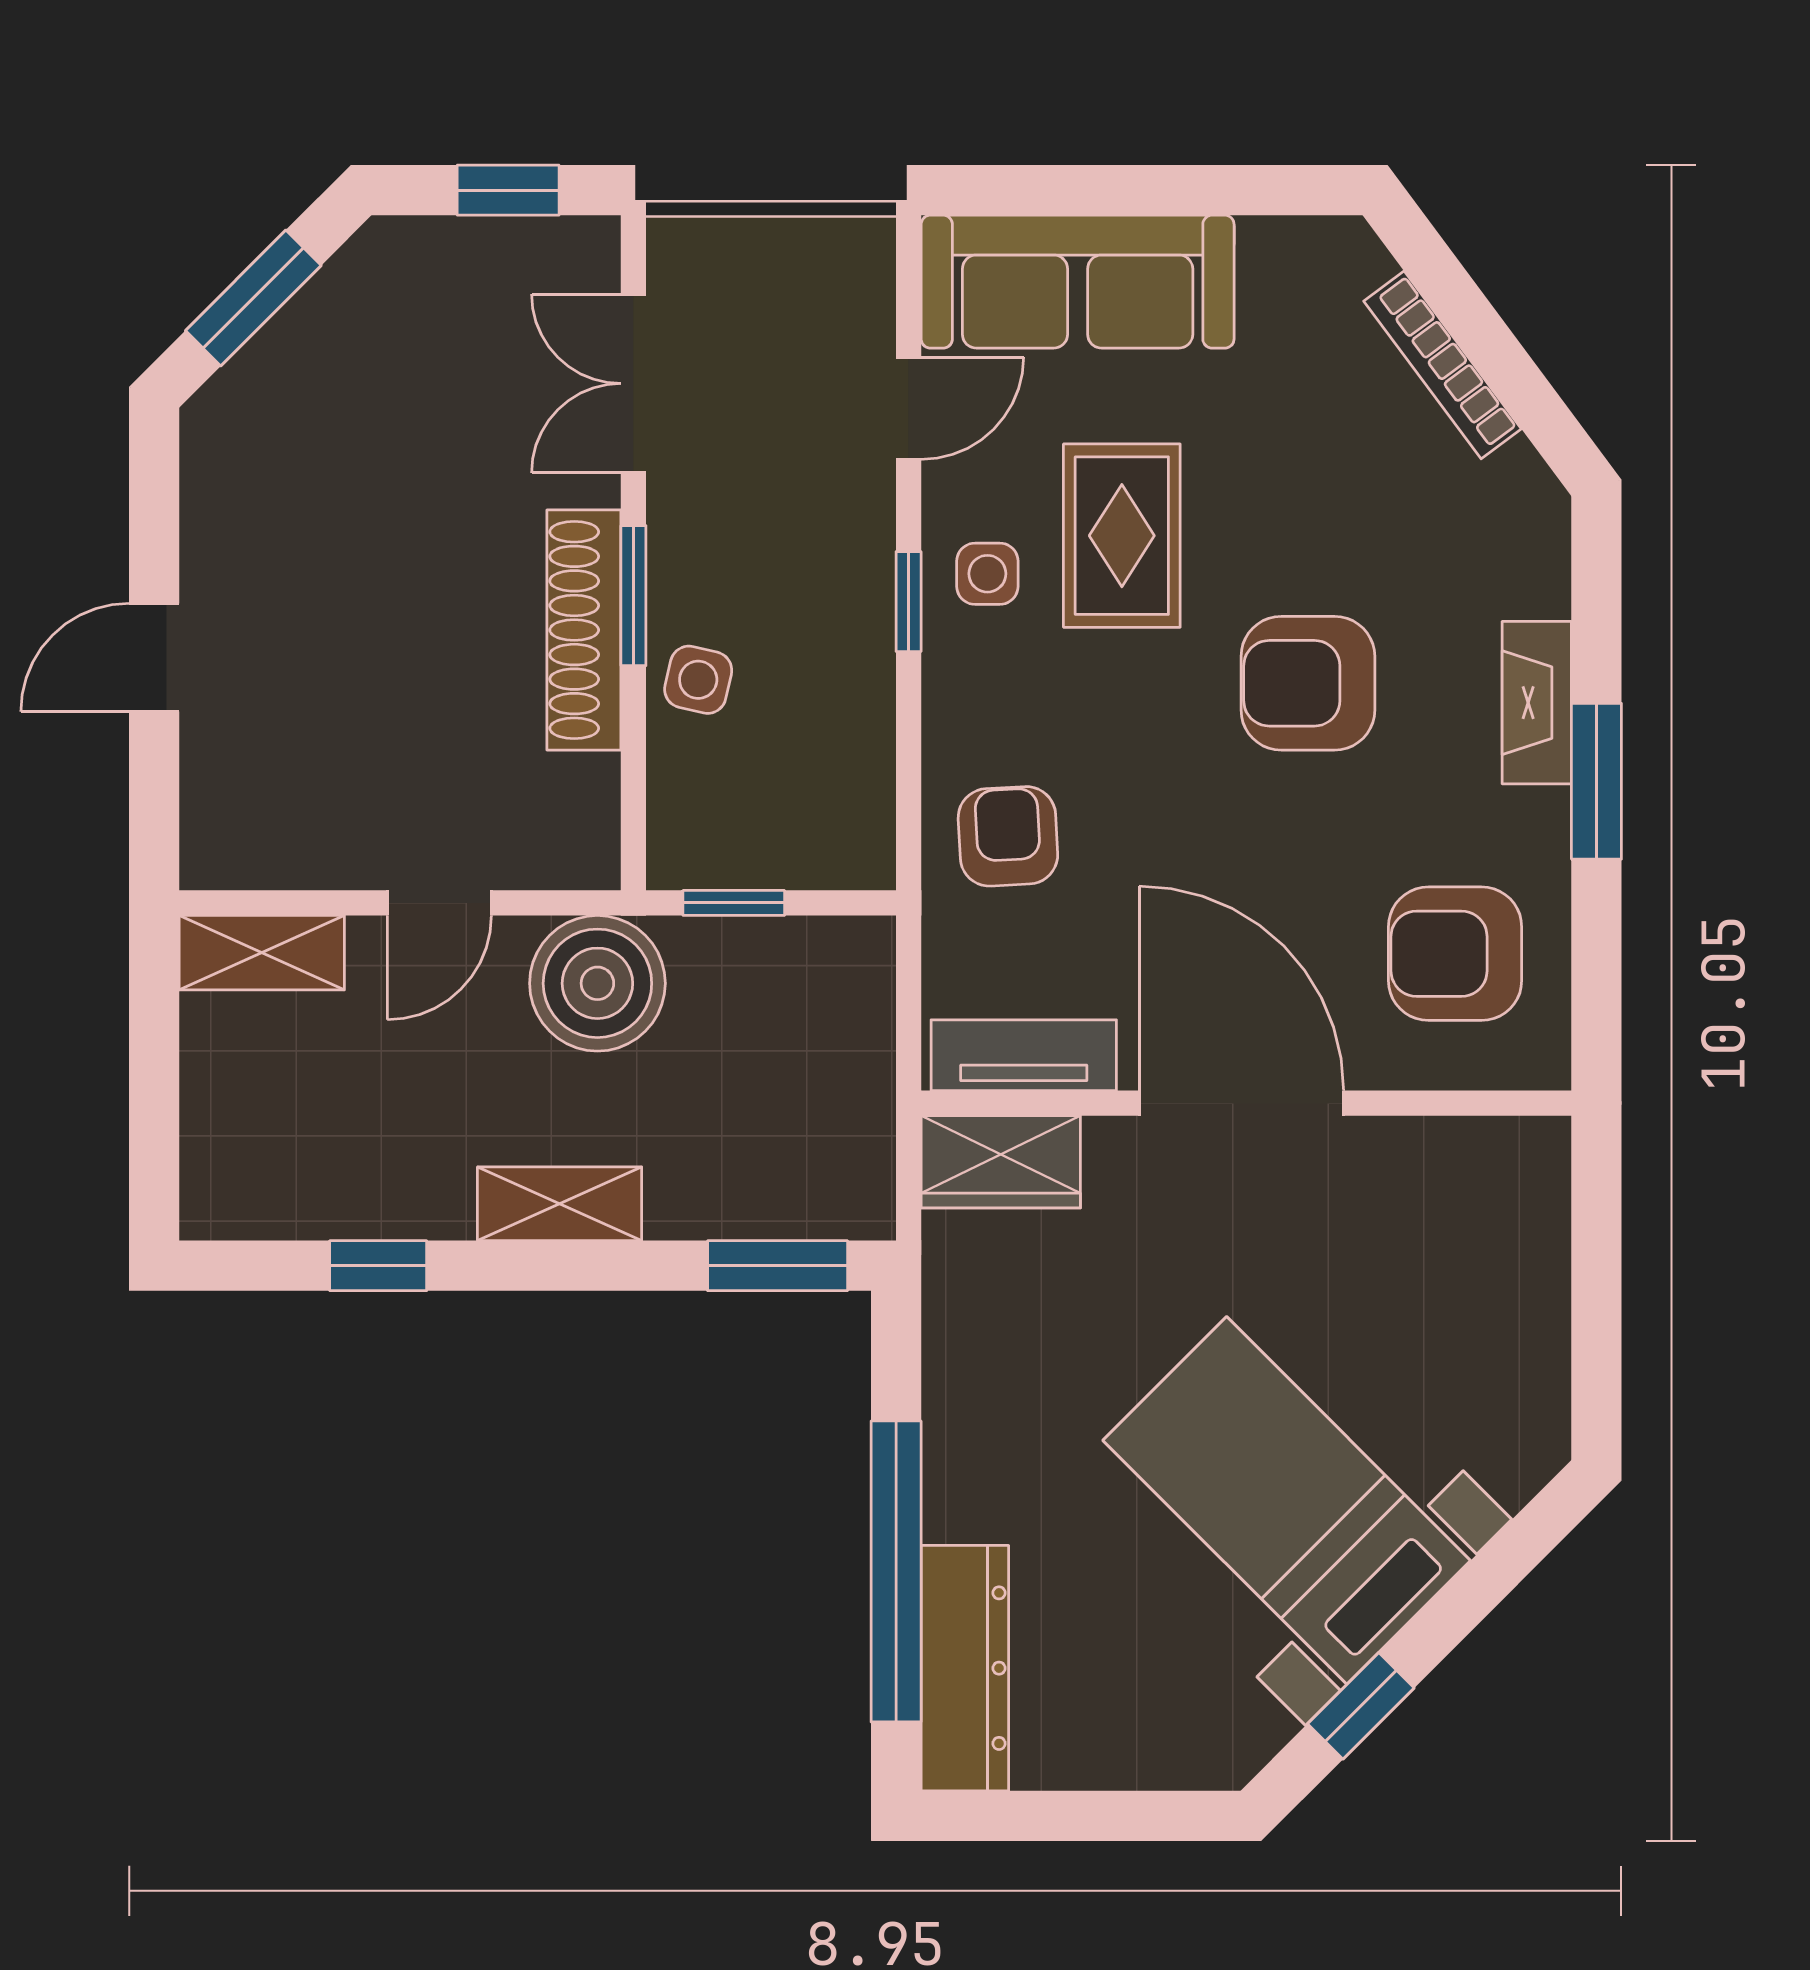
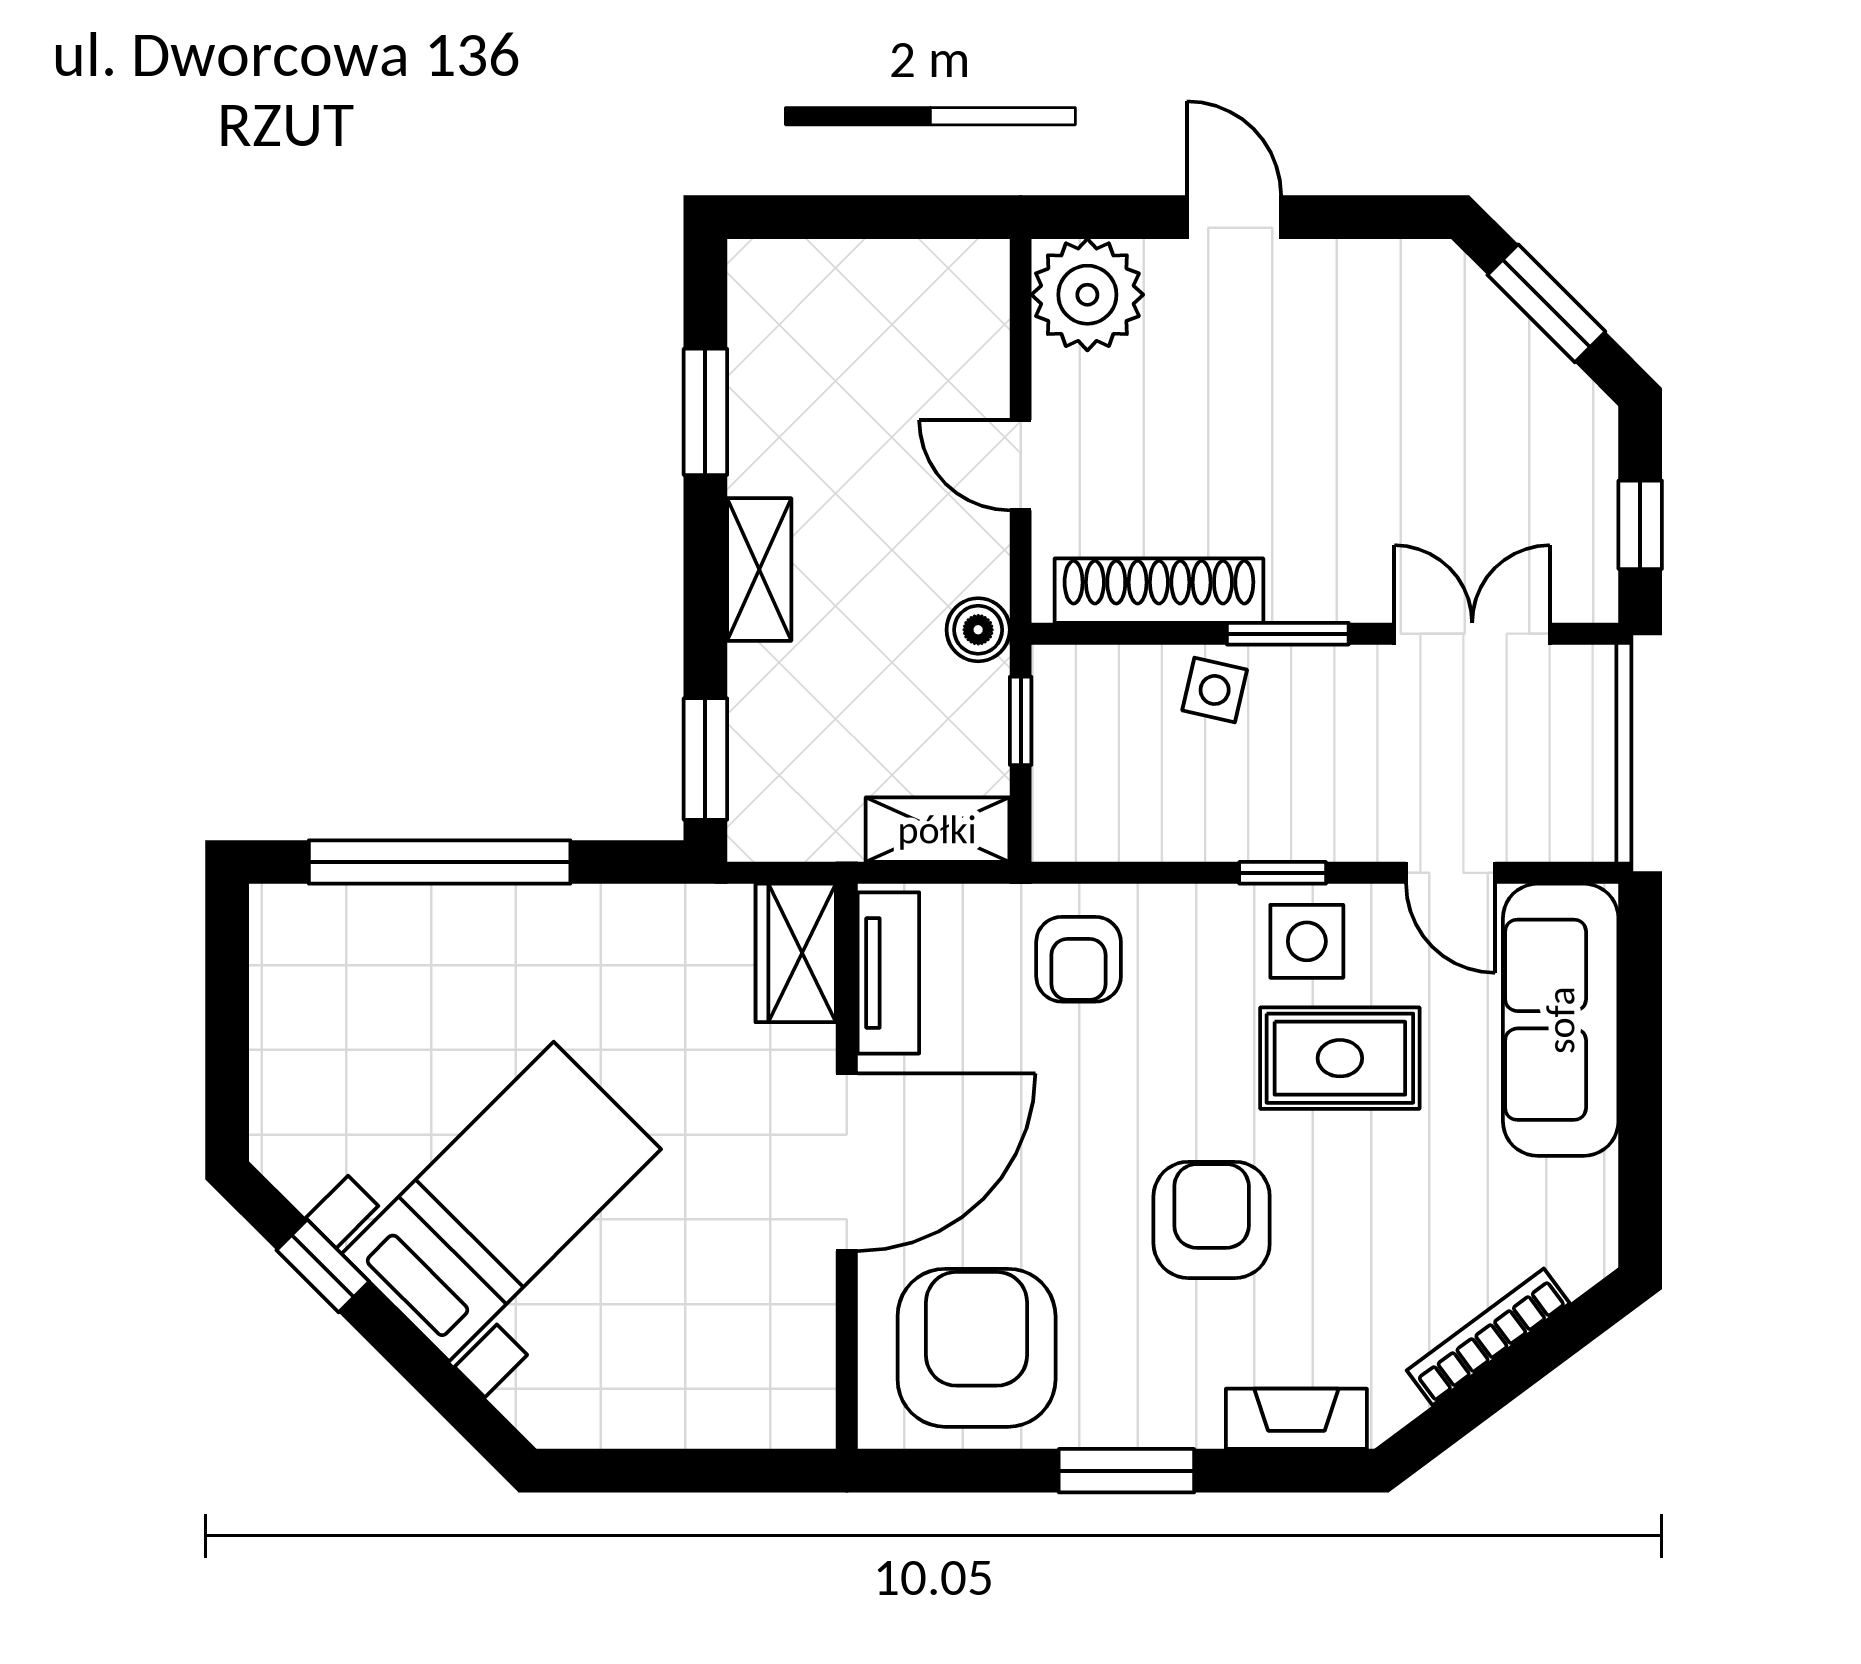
side table: (987, 574) -> (1307, 941), width x1.37, depth x1.37
shoe rack: (584, 630) -> (1159, 591), moved
fireplace: (1537, 703) -> (1296, 1419), moved
plant: (243, 826) -> (1087, 295), added
armchair: (1008, 836) -> (1079, 959), turned 93
shelving: (262, 953) -> (937, 830), moved, turned 90
armchair: (1455, 954) -> (977, 1348), width x1.36, depth x1.36
boiler: (597, 983) -> (978, 630), width x0.54, depth x0.54
window: (378, 1266) -> (705, 412), width x1.50
dresser: (965, 1668) -> (356, 922), removed

